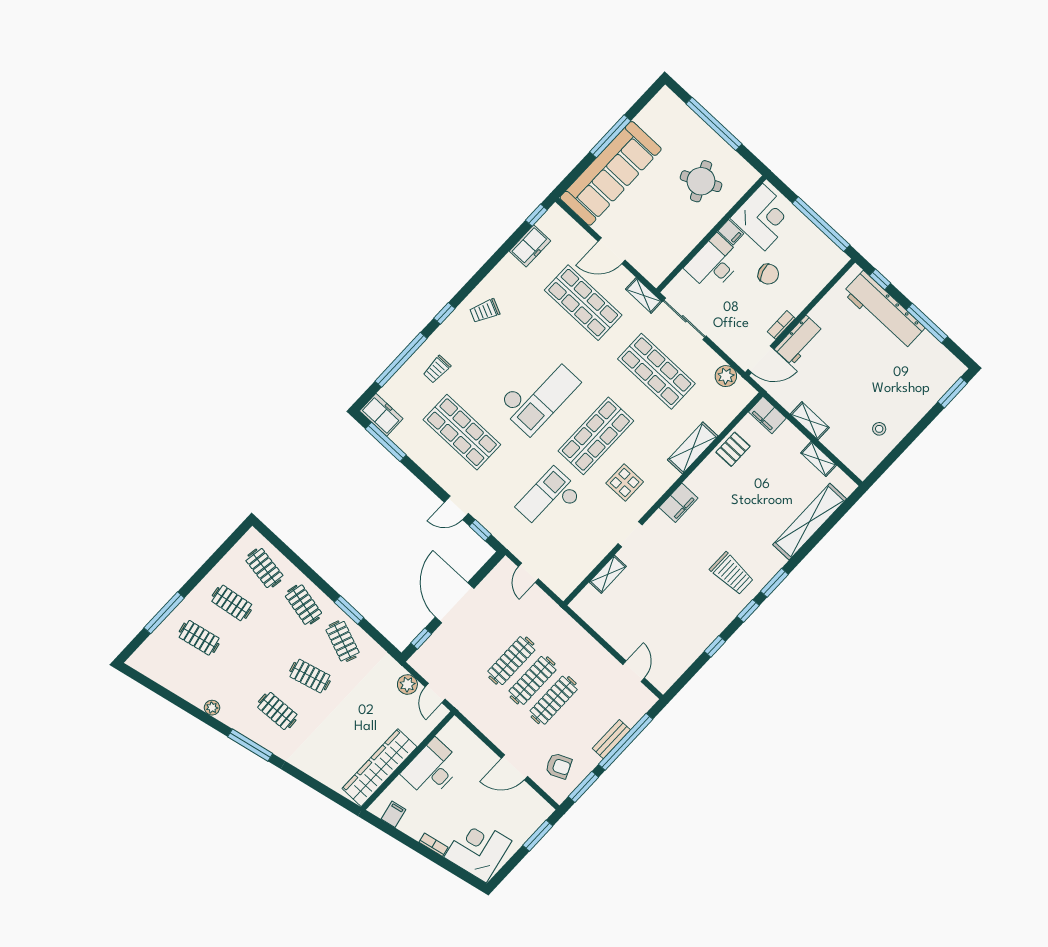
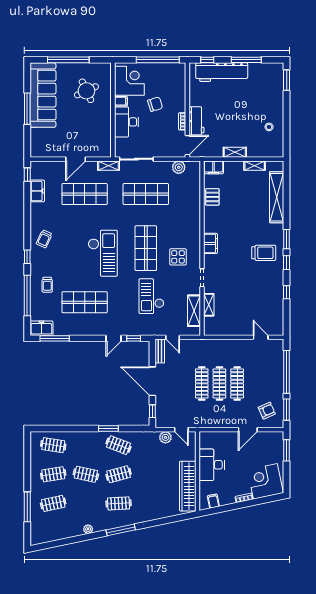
sofa: (611, 173) -> (43, 95), moved
shelving: (693, 448) -> (194, 311), moved
clothes rail: (303, 605) -> (86, 474), moved
bench: (611, 739) -> (160, 351), moved

